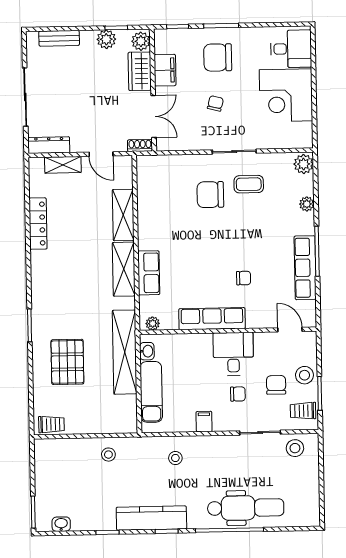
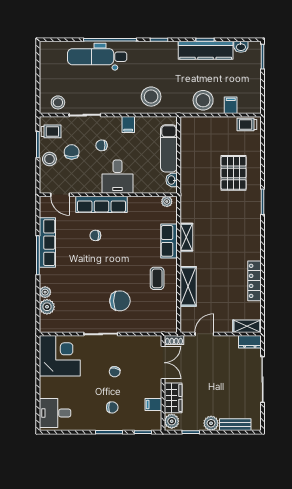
plant: (106, 39) -> (211, 423), moved
chair: (218, 57) -> (112, 407), width x0.54, depth x0.54
filing cabinet: (165, 70) -> (153, 404), width x0.50
corner desk: (286, 95) -> (60, 356), moved
double door: (154, 116) -> (163, 363), swing flipped
dresser: (49, 145) -> (250, 342), width x0.70
door: (101, 154) -> (204, 334), hinge flipped
plant: (304, 164) -> (47, 307), moved
shelving: (63, 165) -> (247, 326), moved
coffee table: (249, 184) -> (157, 278), moved, turned 90
shelving: (124, 269) -> (186, 237), width x0.67, depth x0.75
row of seats: (212, 319) -> (102, 204), moved
shelving: (125, 352) -> (189, 180), removed
desk: (233, 354) -> (118, 177), moved
chair: (276, 385) -> (72, 152), turned 180
filing cabinet: (73, 449) -> (231, 105), added
stool: (108, 455) -> (203, 100), width x1.89, depth x1.89
stool: (175, 458) -> (151, 97), width x1.89, depth x1.89
kitchen counter: (151, 518) -> (206, 50), moved

